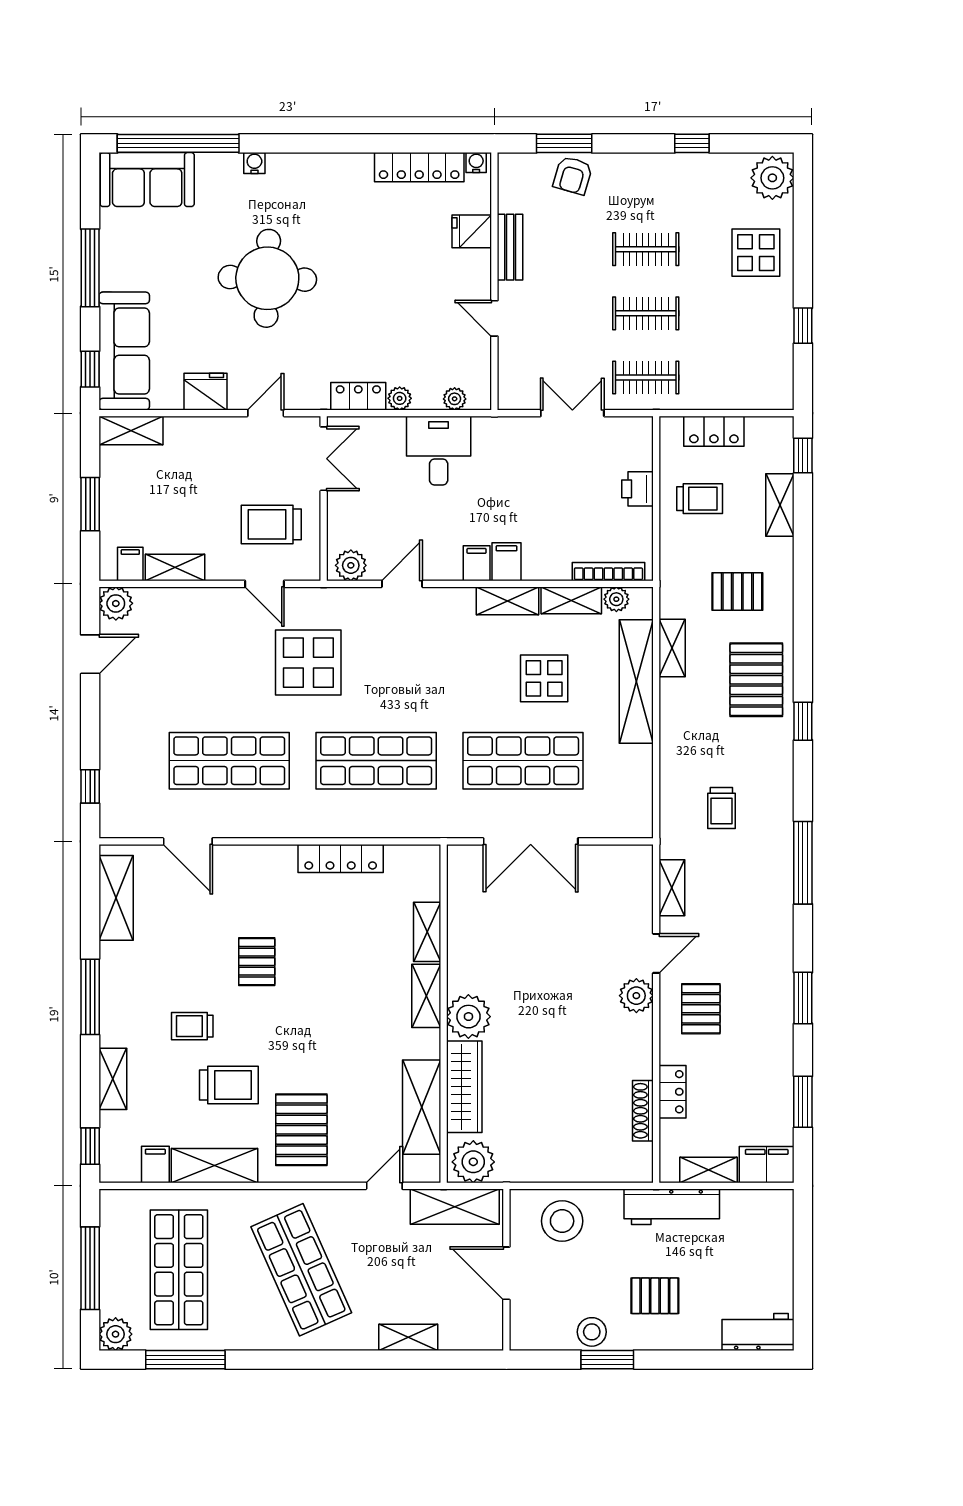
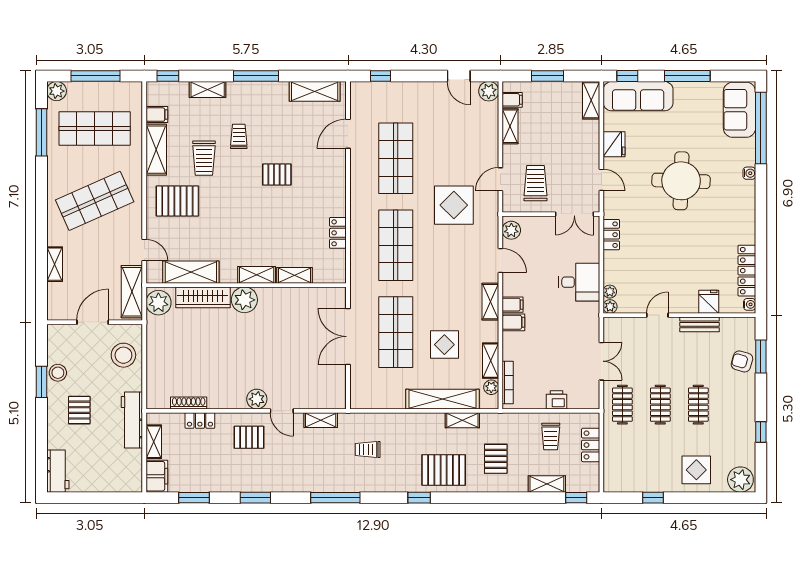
plant: (400, 398) -> (610, 307), moved
shelving: (508, 601) -> (490, 302), moved
locker: (341, 858) -> (338, 233), width x0.66

